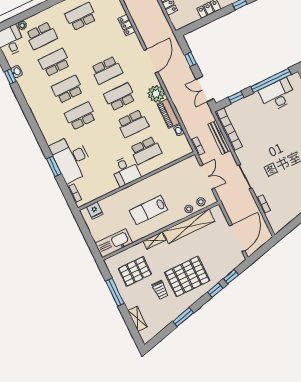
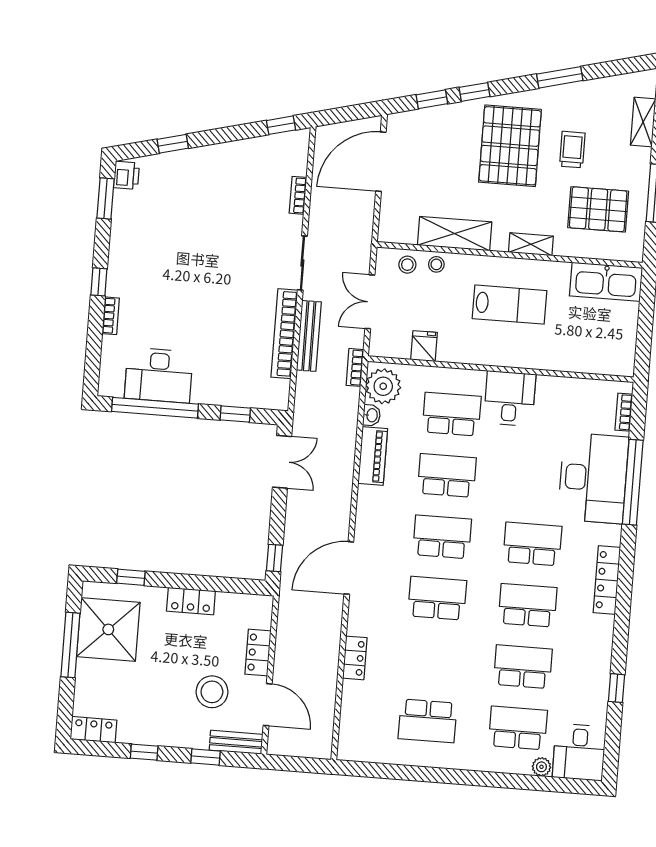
window: (190, 59) -> (274, 558), moved
school desk: (54, 62) -> (523, 667), turned 180
washbasin: (17, 72) -> (600, 690), removed
school desk: (67, 89) -> (528, 605), turned 180
plant: (156, 94) -> (383, 386), moved
school desk: (120, 97) -> (442, 537), turned 180
school desk: (80, 116) -> (532, 544), turned 180
locker: (41, 119) -> (607, 580), added
bookcase: (229, 129) -> (284, 334), moved
bench: (219, 137) -> (309, 336), moved
window: (54, 166) -> (633, 482), width x2.11
fridge: (95, 210) -> (424, 346), moved
shelving: (189, 226) -> (455, 234), width x0.68
window: (288, 229) -> (281, 125), added
pallet: (187, 276) -> (510, 146), turned 90

